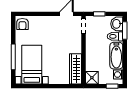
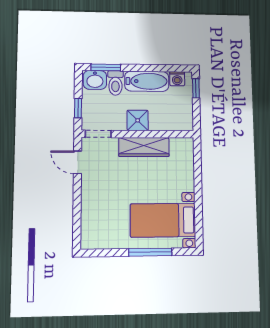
armchair: (22, 24) -> (94, 237), removed
wardrobe: (76, 69) -> (144, 147), moved
shower: (92, 78) -> (138, 120), moved

